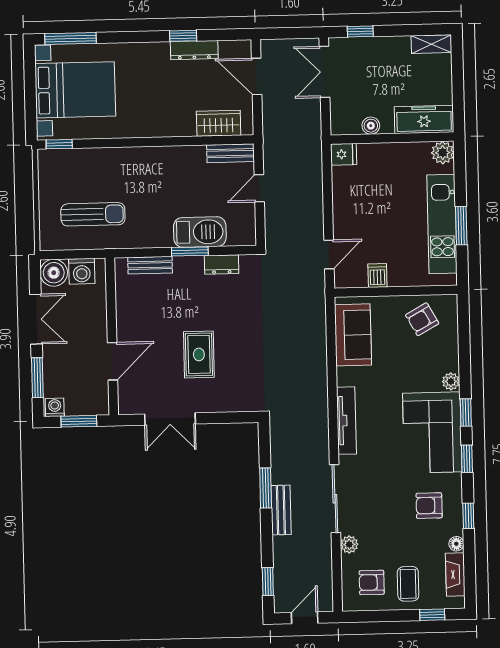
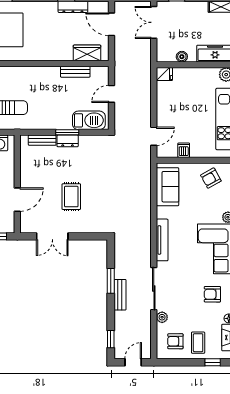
bench: (231, 153) -> (75, 72), moved
barbecue: (200, 232) -> (89, 120), moved
dresser: (222, 265) -> (68, 141), moved

